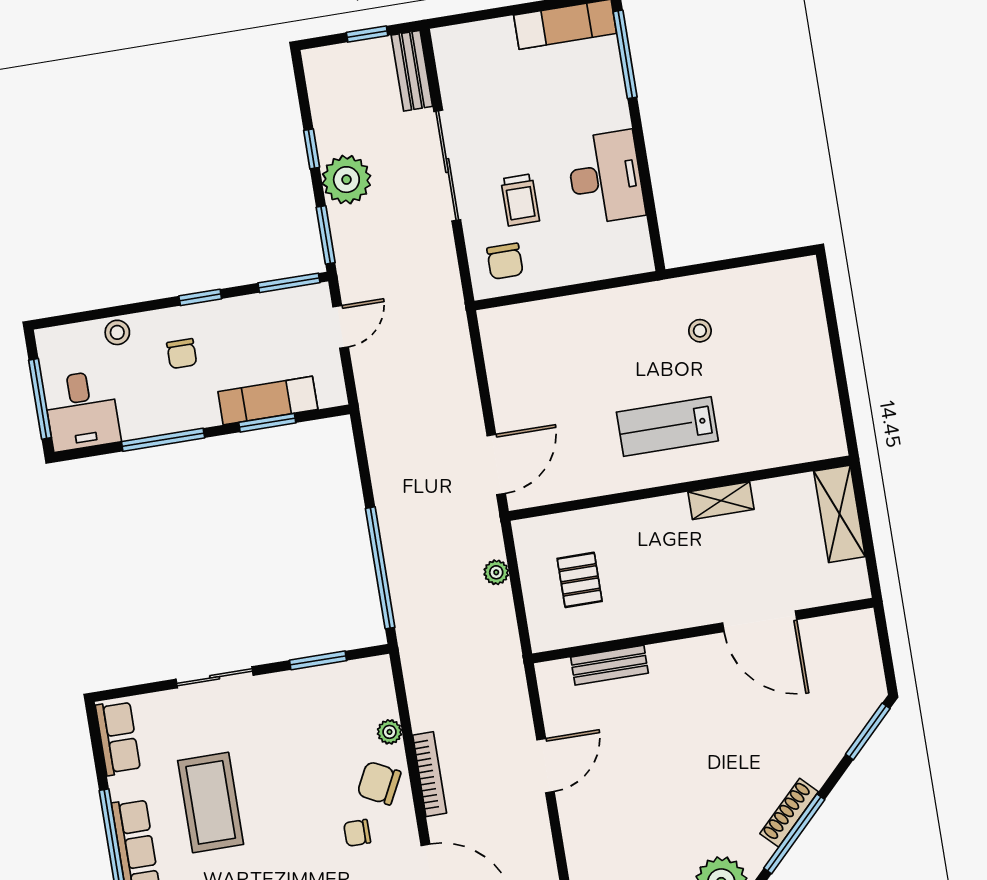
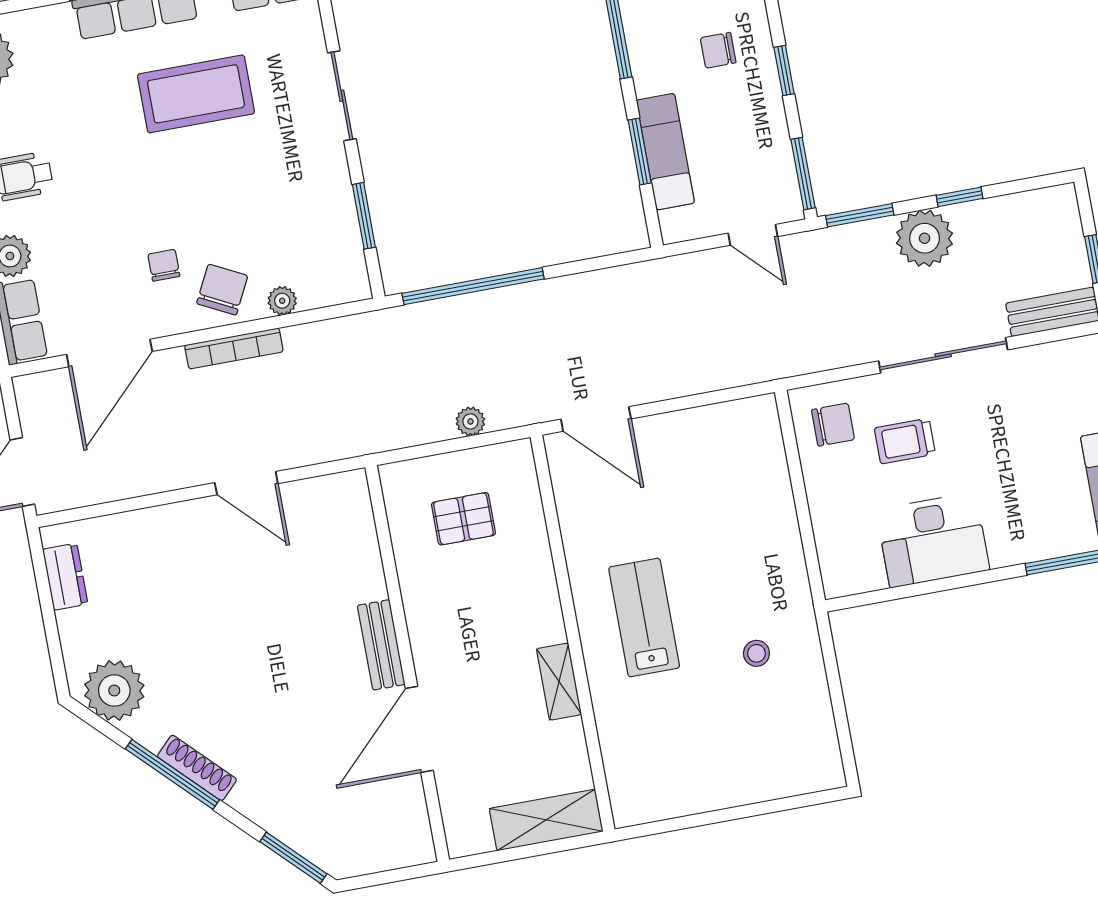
chair: (505, 261) -> (833, 425), turned 180
bench: (609, 665) -> (381, 645), moved

